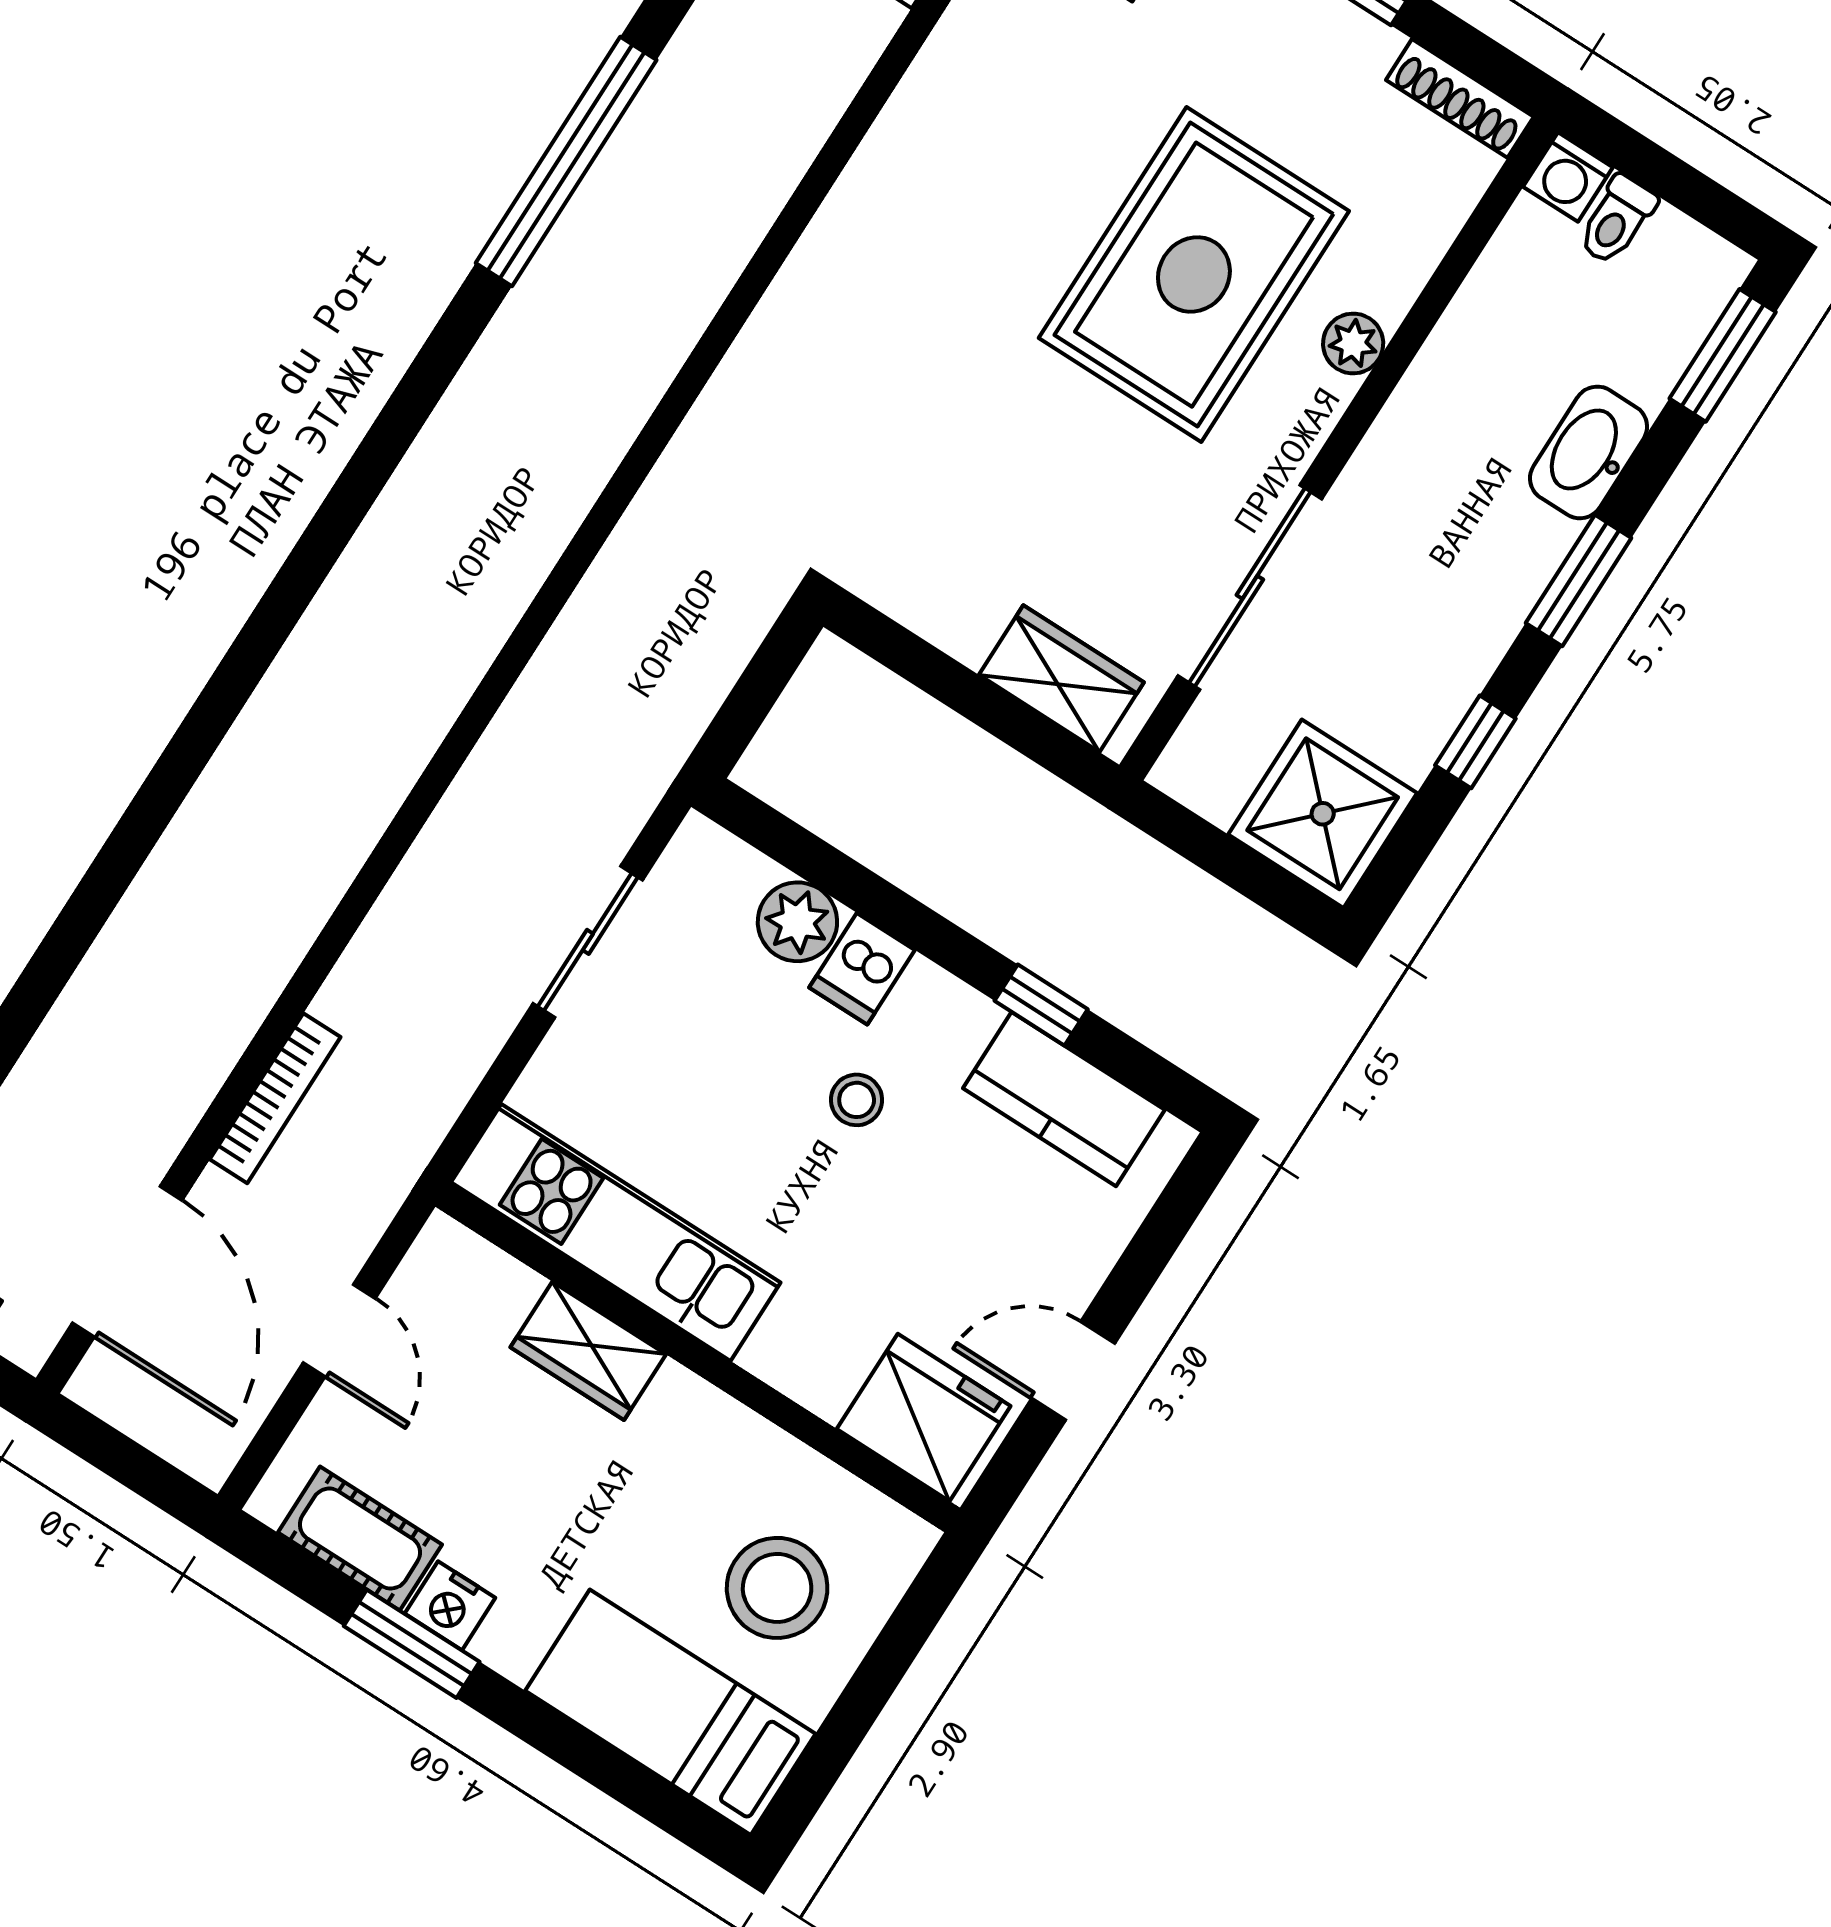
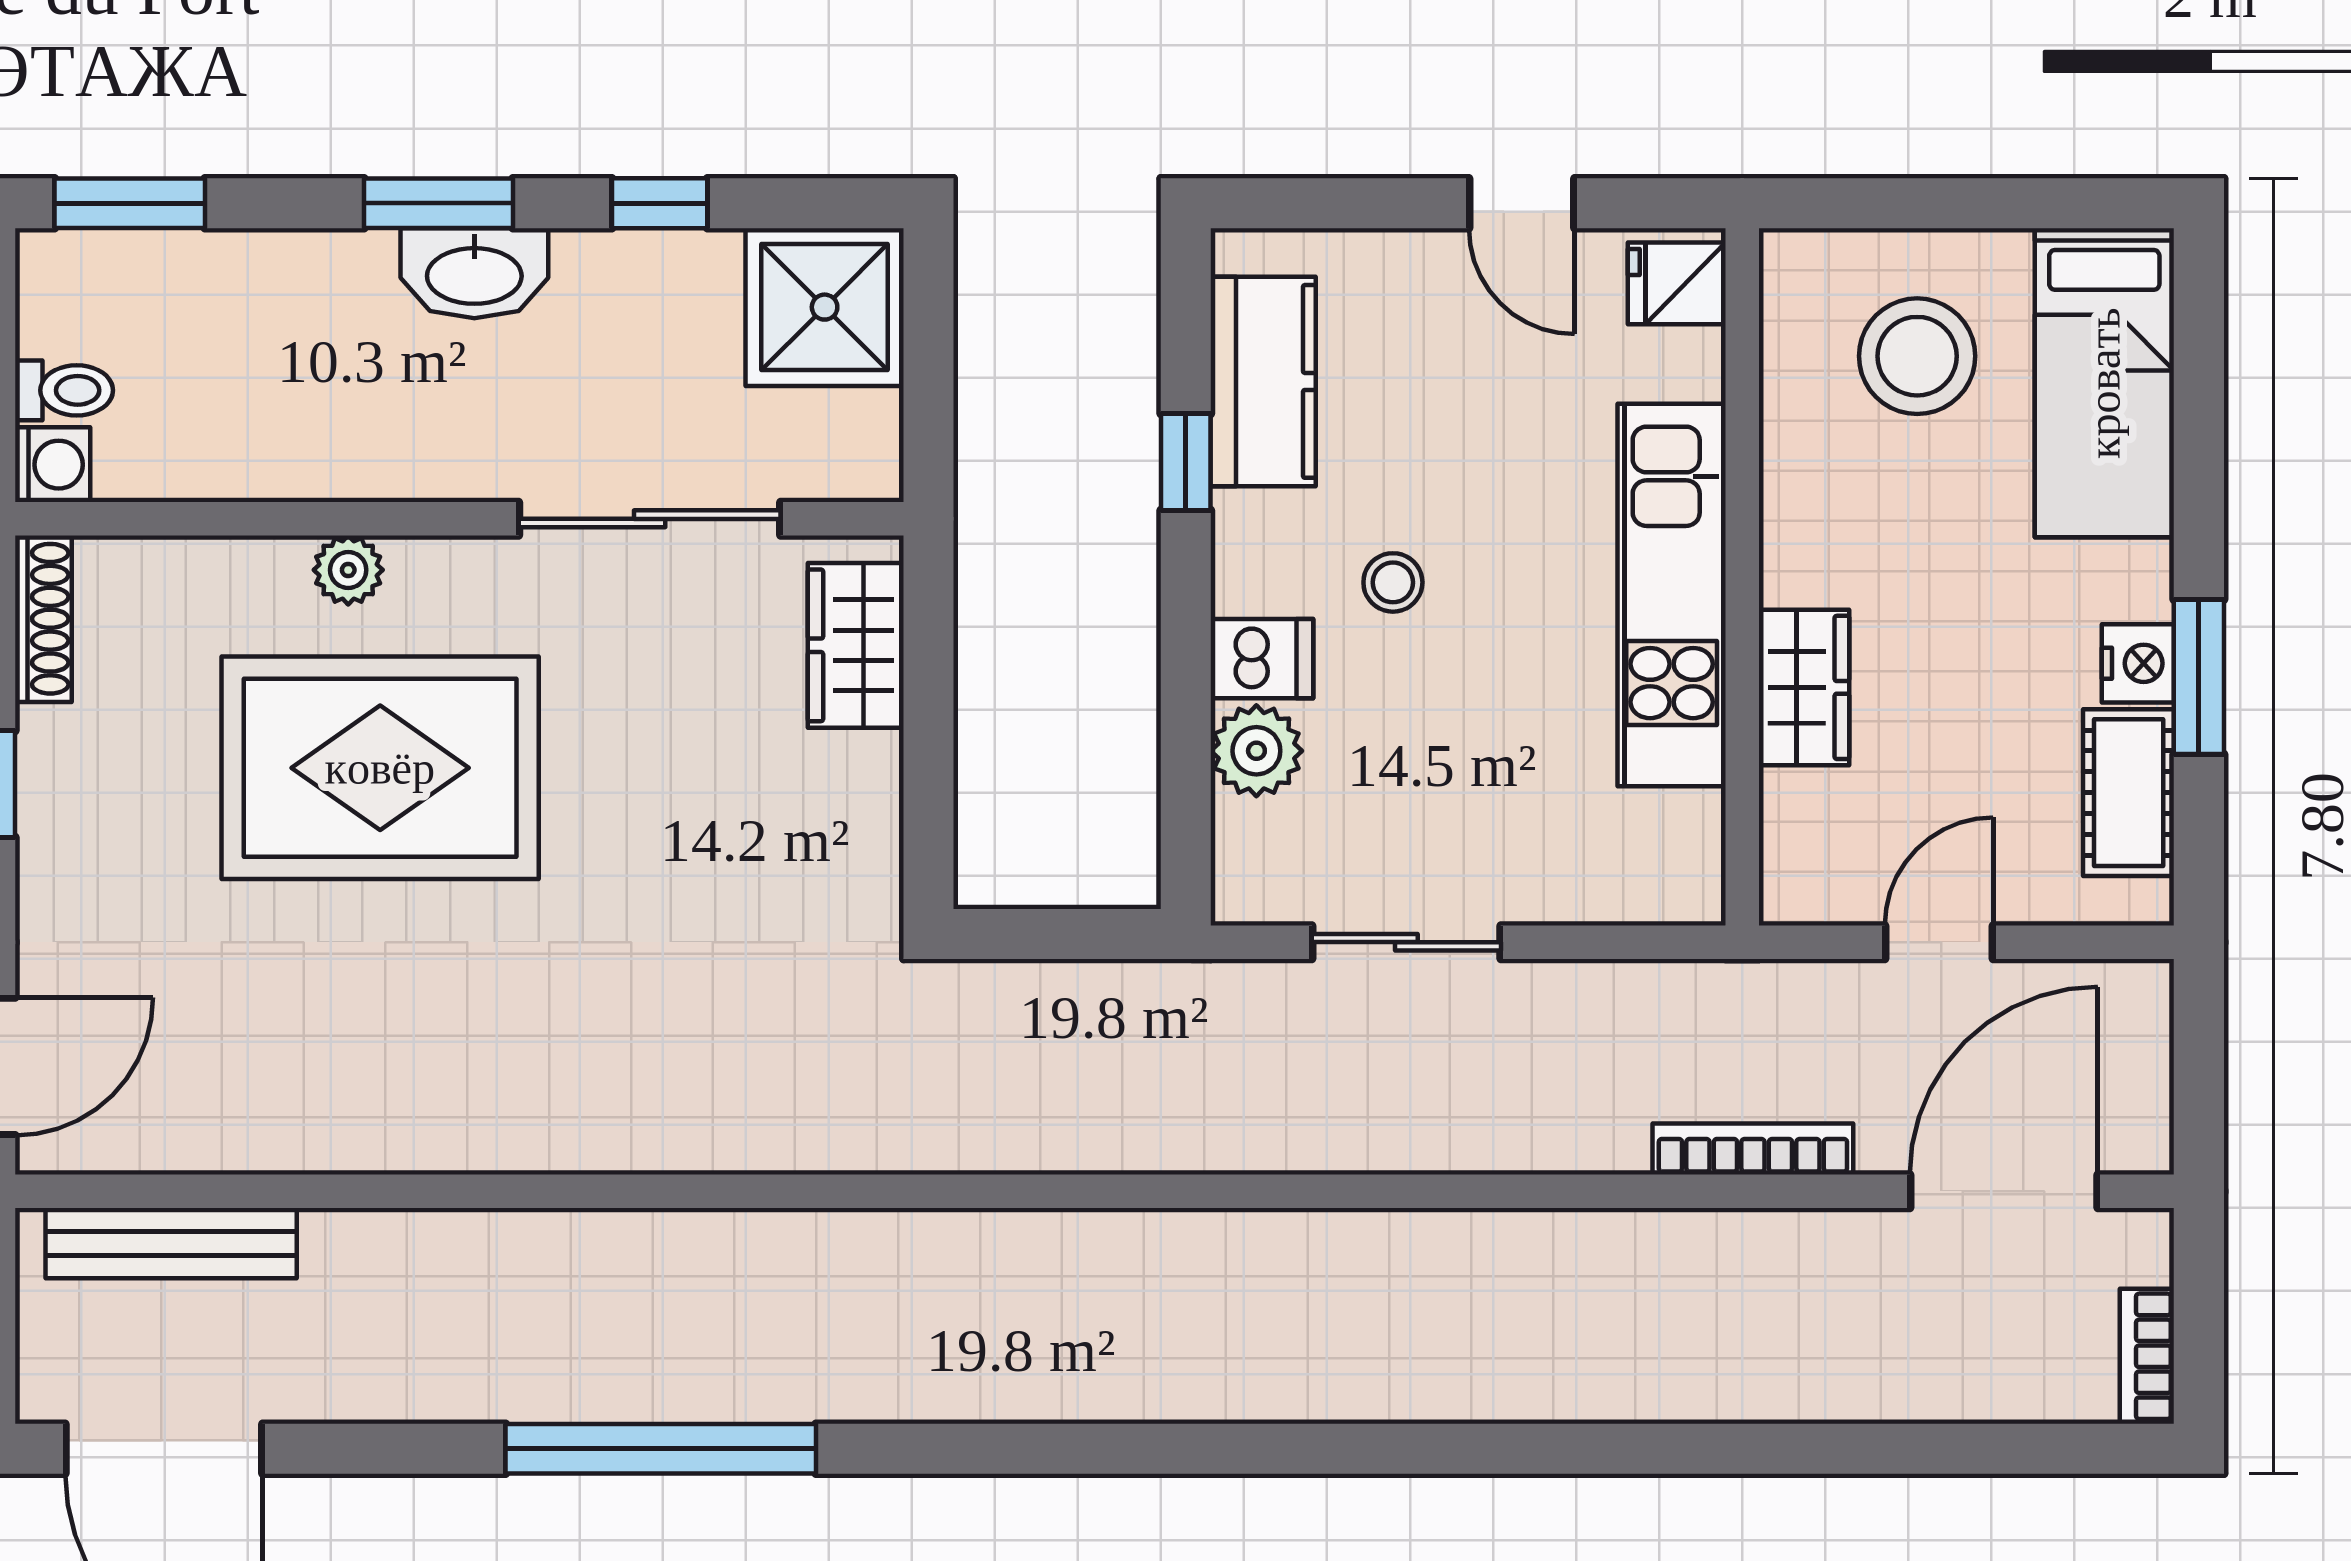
washbasin: (1588, 452) -> (474, 273), moved
kitchen unit: (616, 1232) -> (1672, 595), moved
fridge: (924, 1417) -> (1677, 283), width x0.53, depth x0.75

